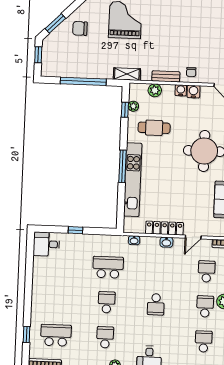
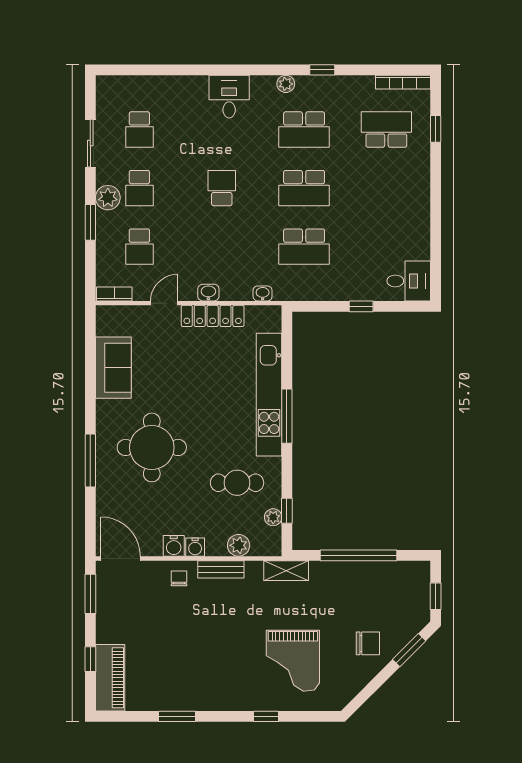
school desk: (107, 302) -> (304, 188), width x1.85
school desk: (56, 335) -> (386, 130), turned 180
school desk: (105, 337) -> (304, 130), width x1.85

